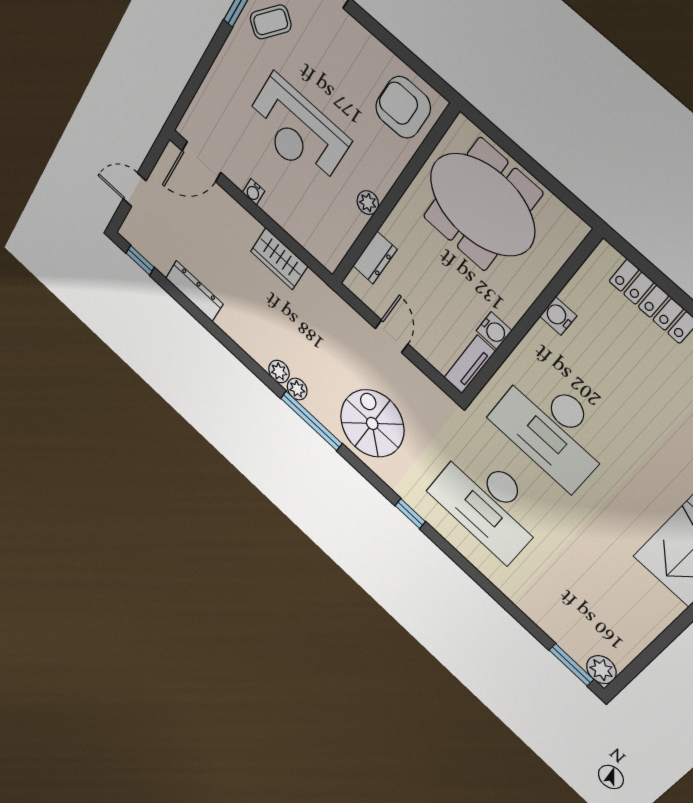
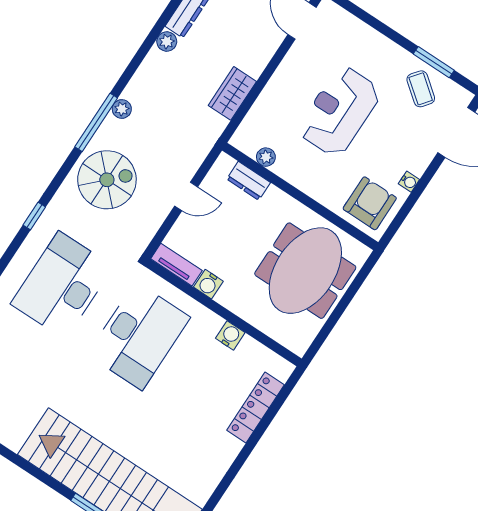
water cooler: (254, 192) -> (409, 182), moved, turned 180
plant: (368, 203) -> (266, 157), moved
plant: (279, 371) -> (167, 42), moved
desk: (552, 429) -> (139, 336), turned 180

